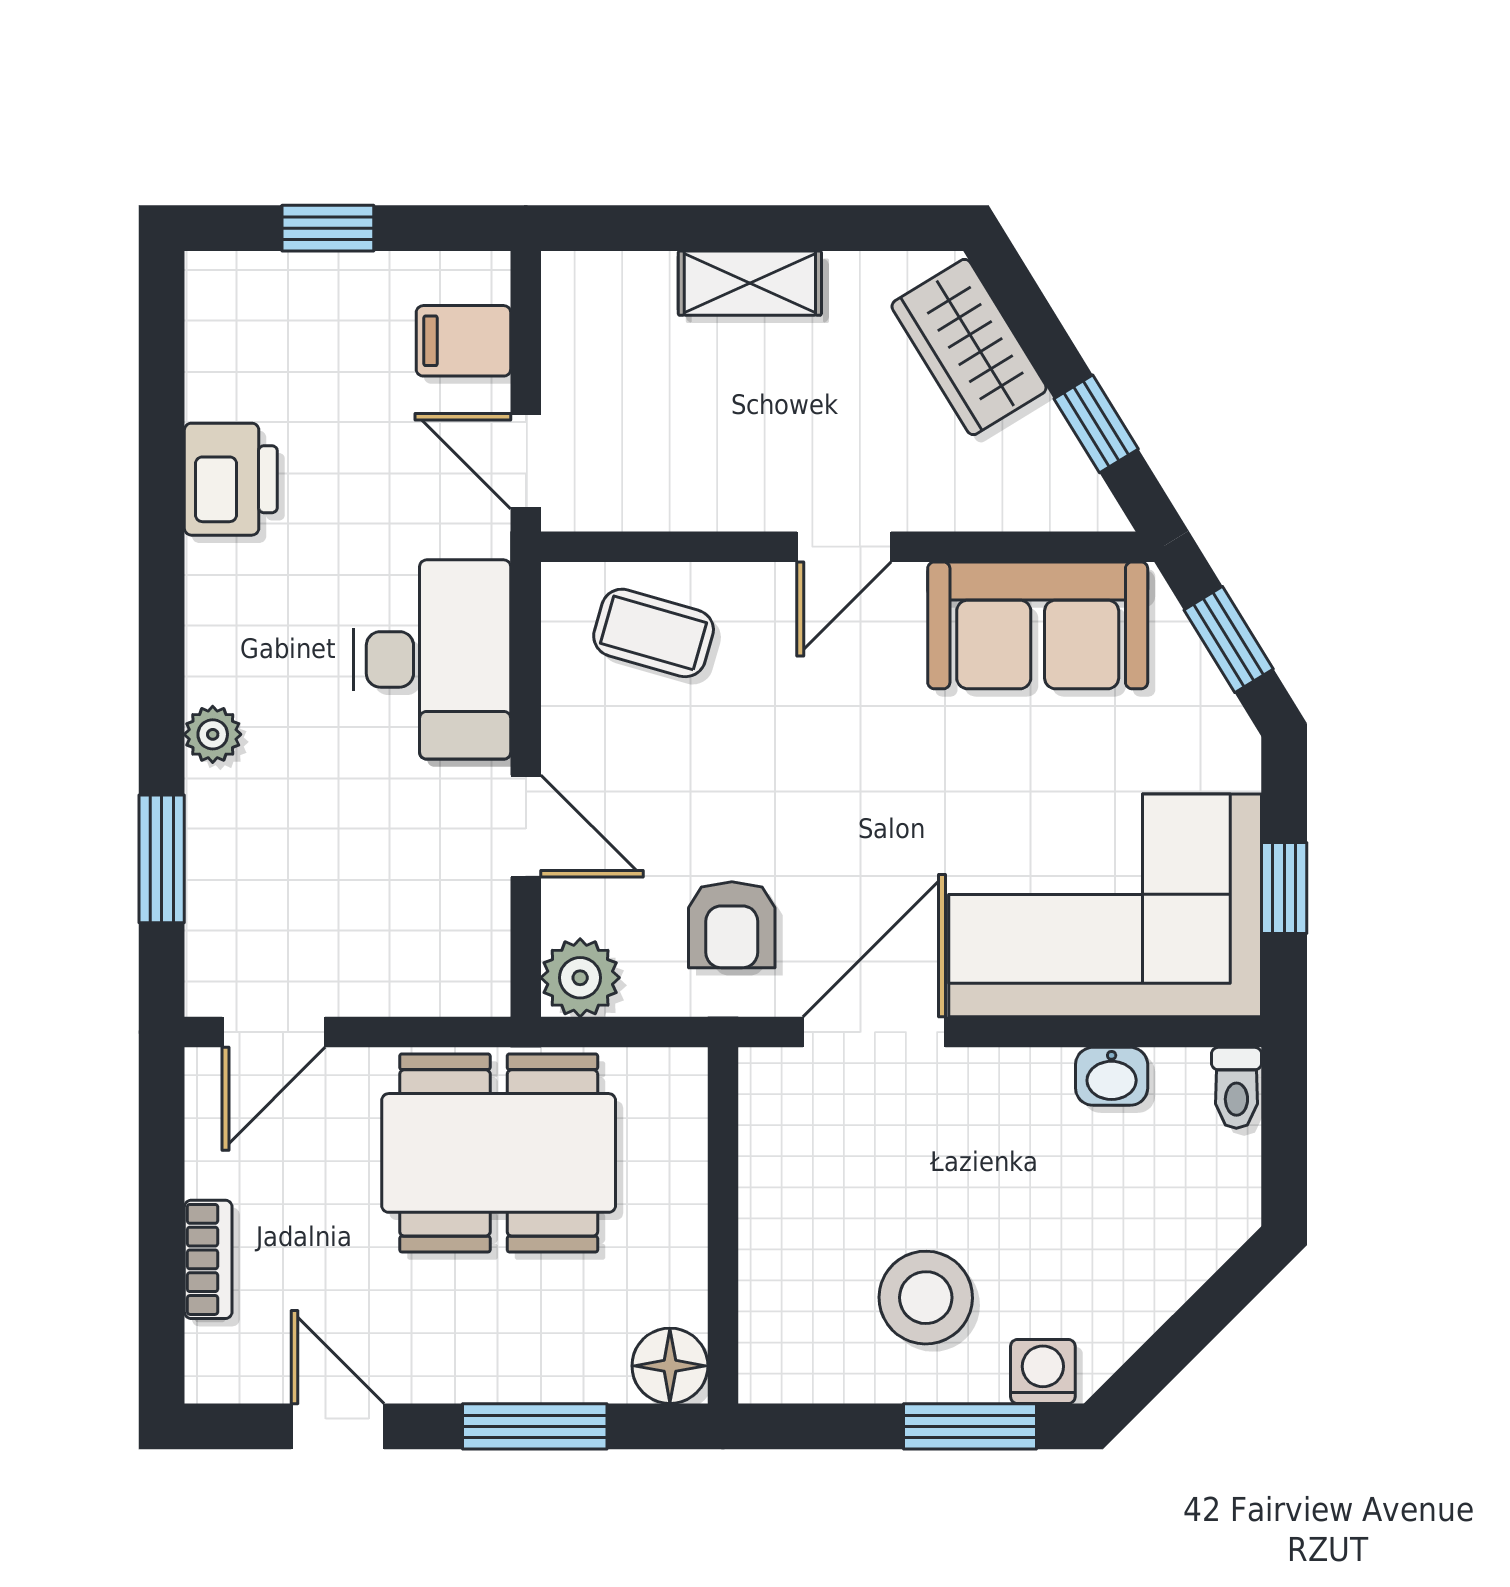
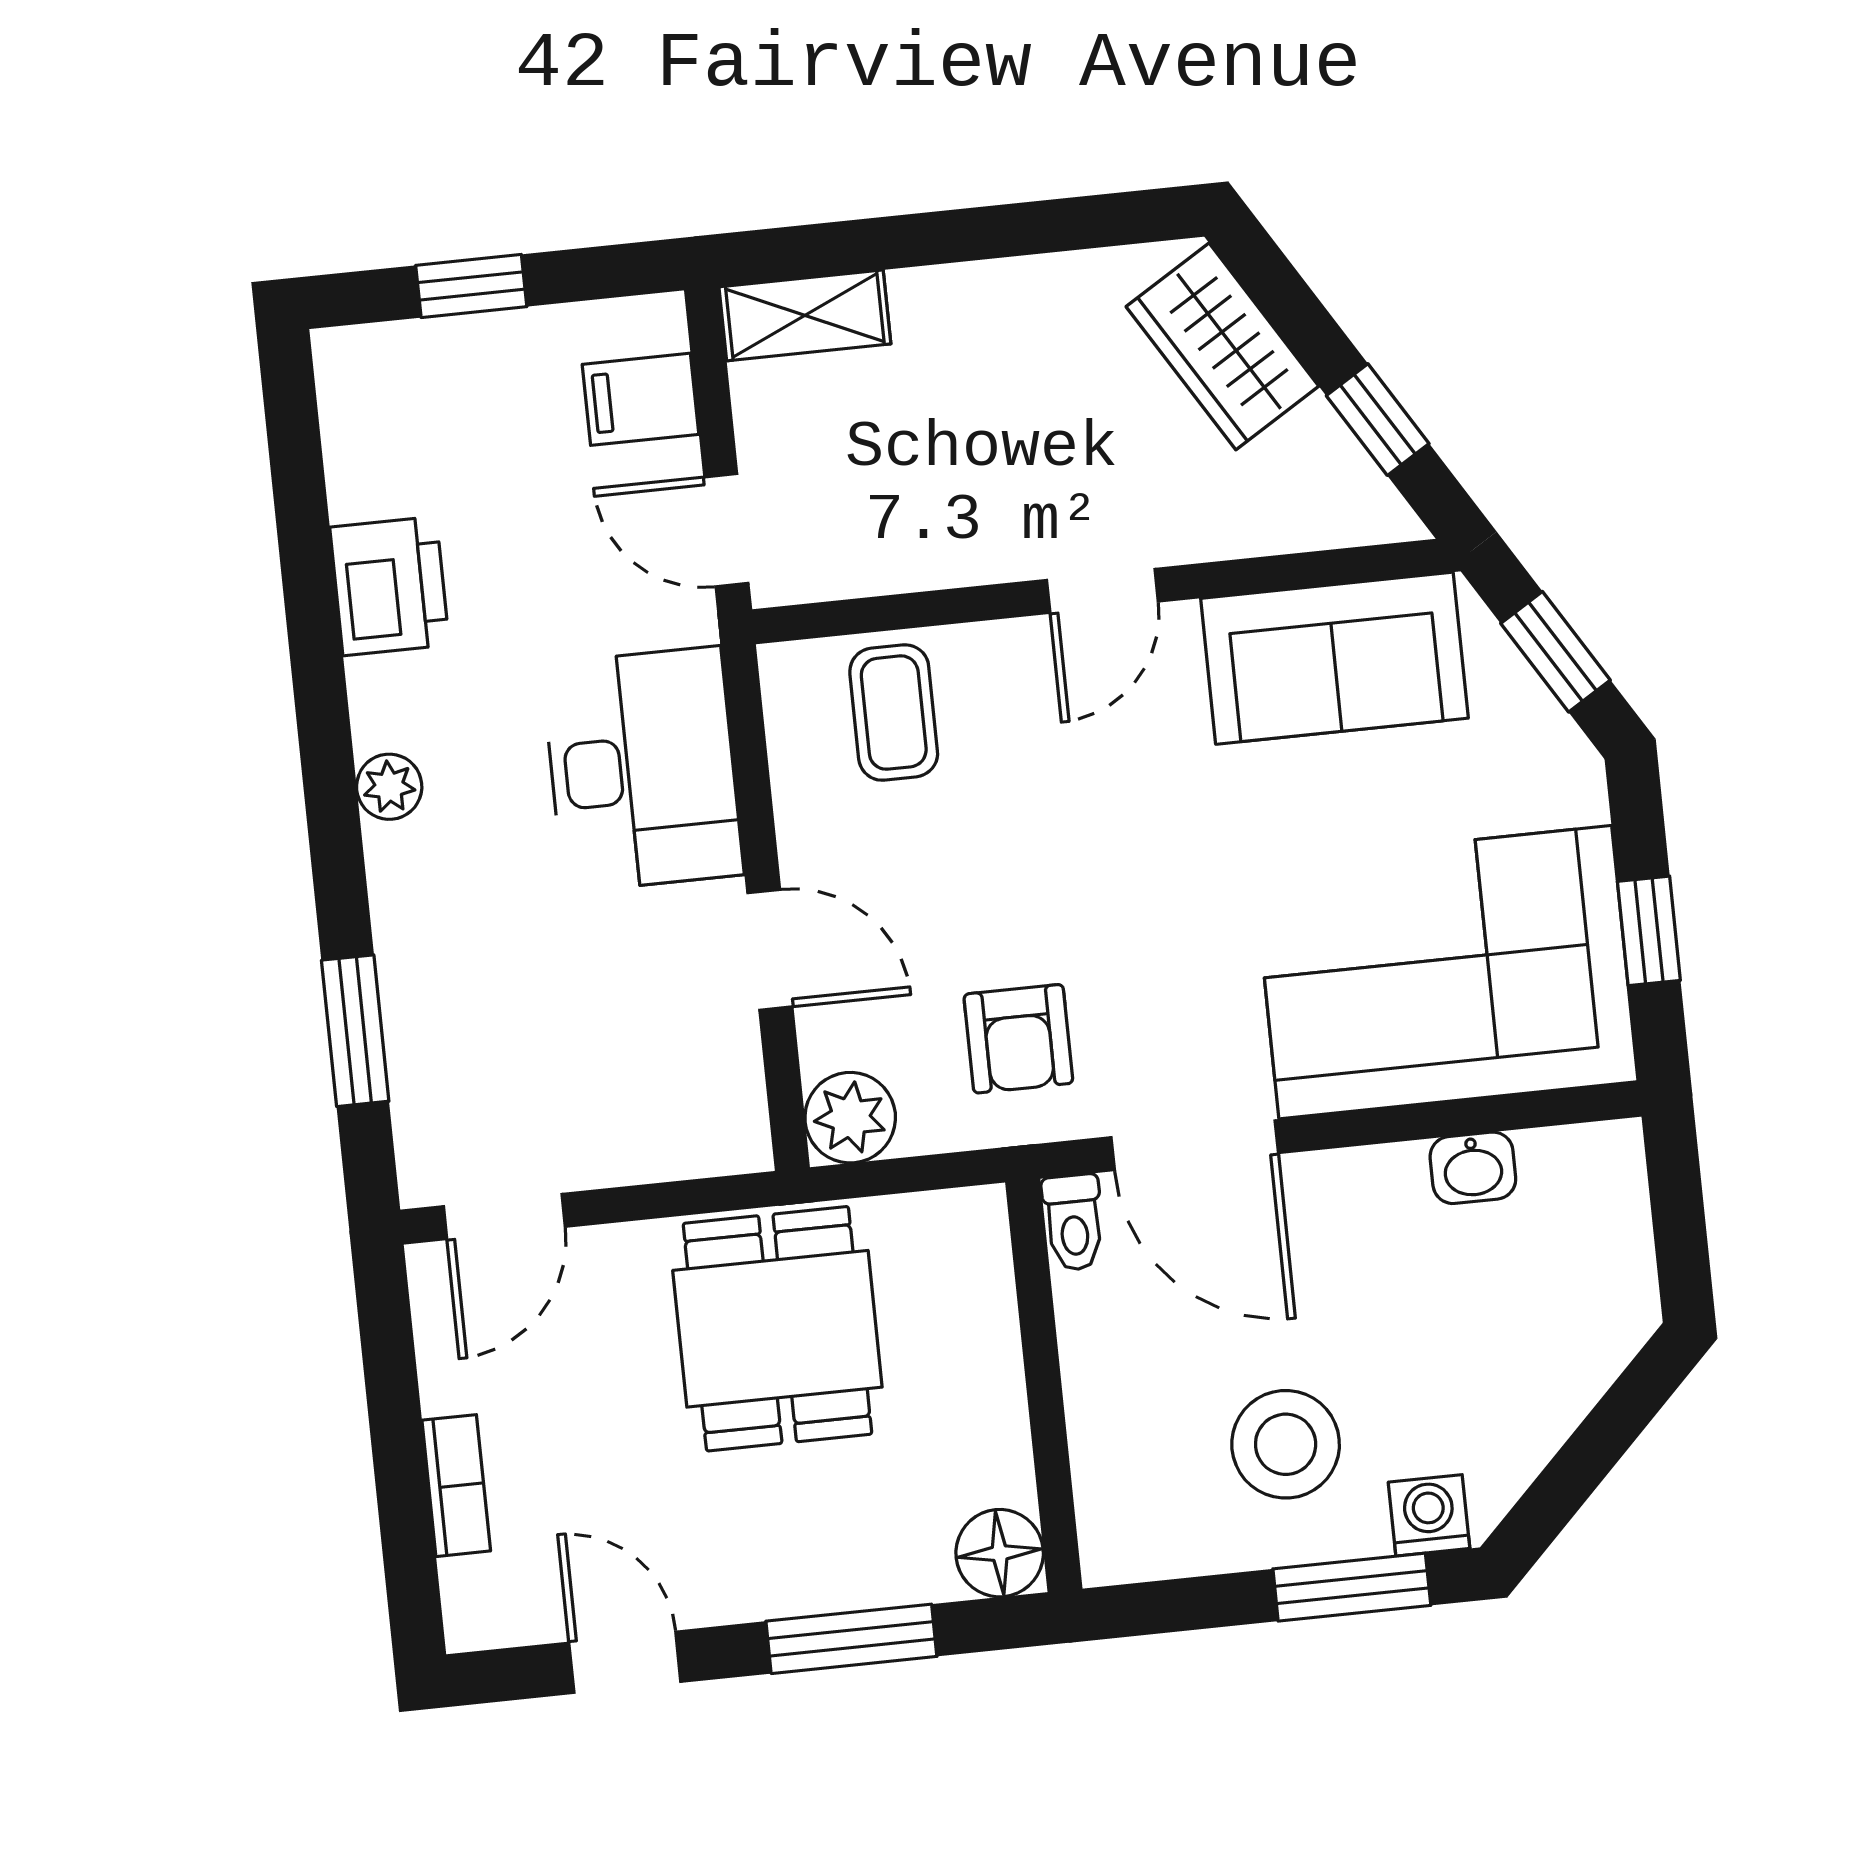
shelving: (750, 283) -> (805, 315), moved
coffee table: (654, 633) -> (894, 713), turned 74
plant: (213, 734) -> (389, 787), moved
door: (874, 1032) -> (1195, 1145), swing flipped
toilet: (1236, 1088) -> (1074, 1222), moved
dining table: (499, 1153) -> (777, 1329), width x0.73

